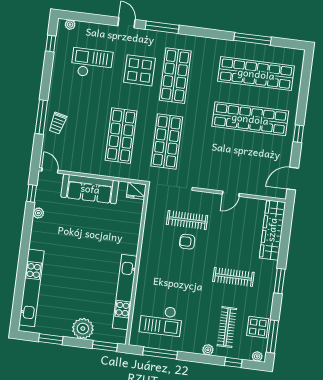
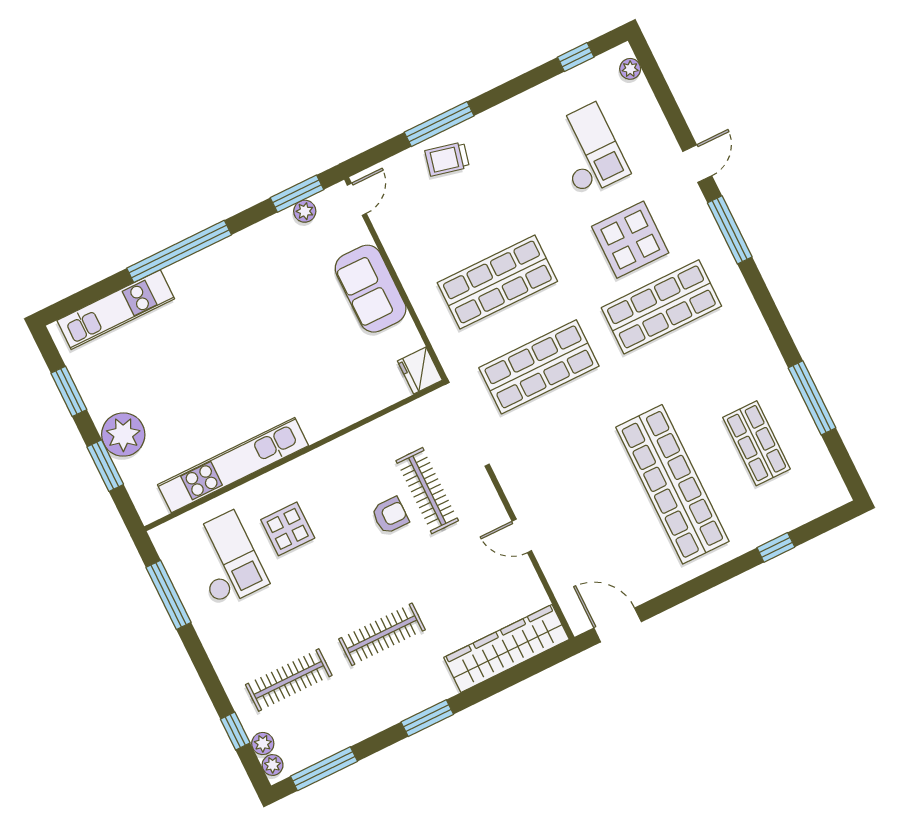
shop shelf: (256, 74) -> (756, 443), width x0.50, depth x0.74
window: (298, 134) -> (776, 547), moved
sofa: (90, 189) -> (371, 289), width x0.73
window: (32, 193) -> (297, 194), width x1.50
plant: (38, 213) -> (305, 211), moved
armchair: (187, 242) -> (390, 515), turned 90
window: (23, 257) -> (179, 251), added
clothes rail: (233, 277) -> (382, 634), turned 90
kitchen unit: (31, 288) -> (116, 310), width x0.73
checkout: (161, 320) -> (226, 559), turned 180
display table: (258, 327) -> (288, 529), moved
window: (105, 346) -> (105, 466), moved
plant: (208, 350) -> (263, 743), moved

